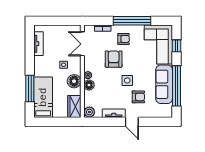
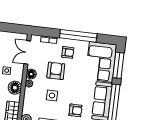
window: (176, 46) -> (118, 65), width x2.17
side table: (127, 80) -> (52, 95), moved
floor lamp: (89, 85) -> (31, 74), moved

